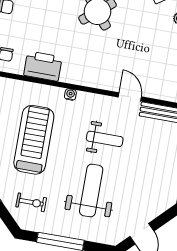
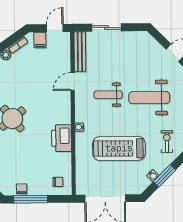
printer: (43, 66) -> (62, 138), moved
weight bench: (105, 139) -> (108, 95), turned -90

